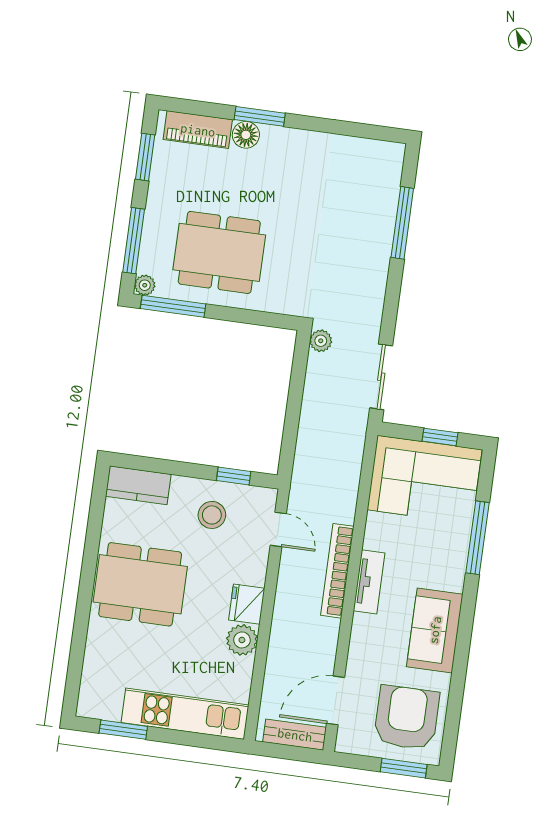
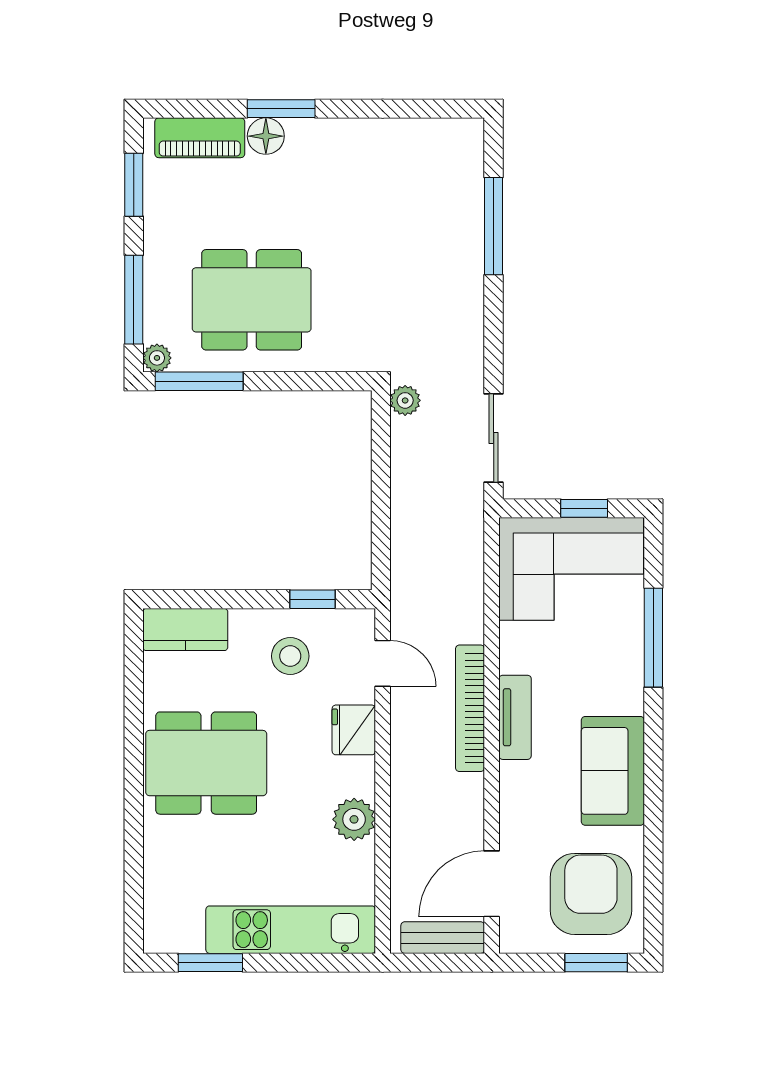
fridge: (247, 604) -> (354, 730), moved

